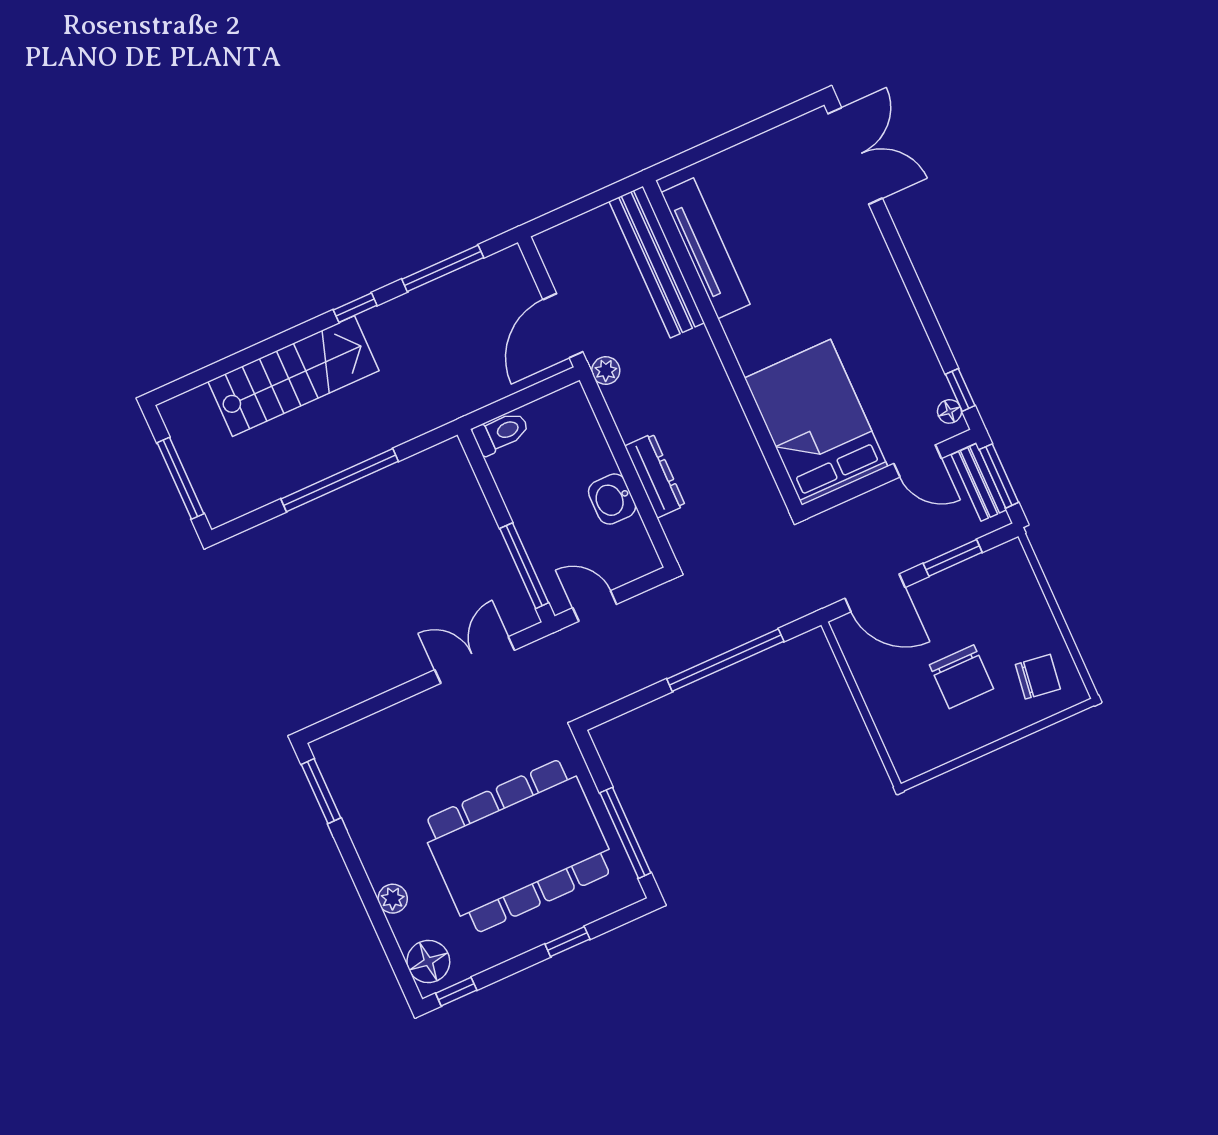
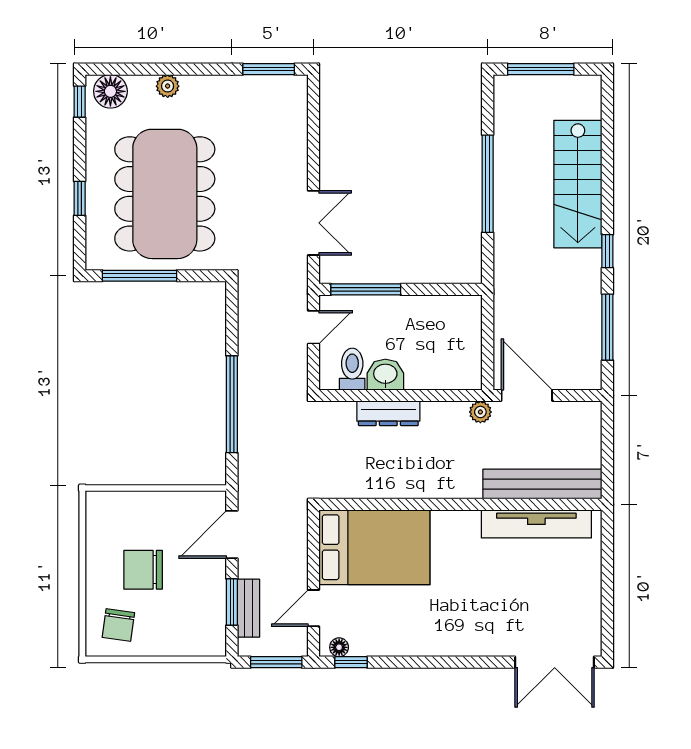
toilet: (501, 433) -> (352, 369), moved, turned 180
bench: (979, 482) -> (248, 608), moved, turned 90

